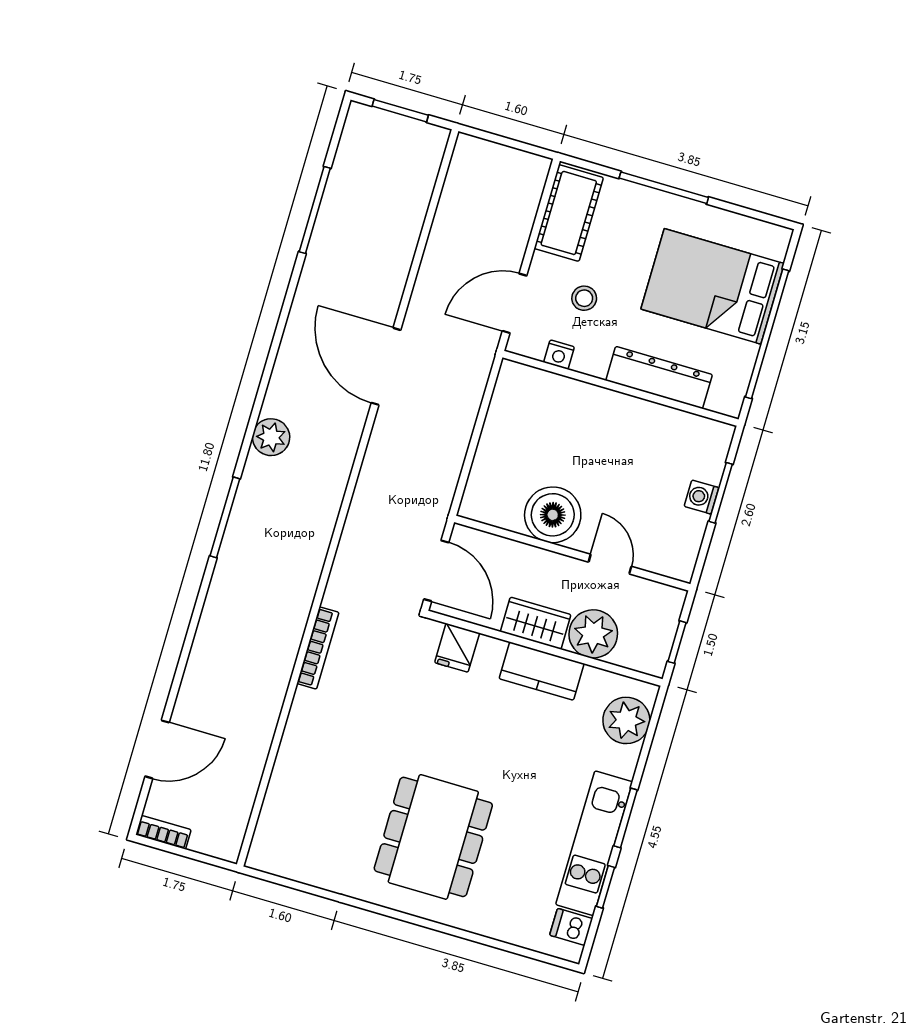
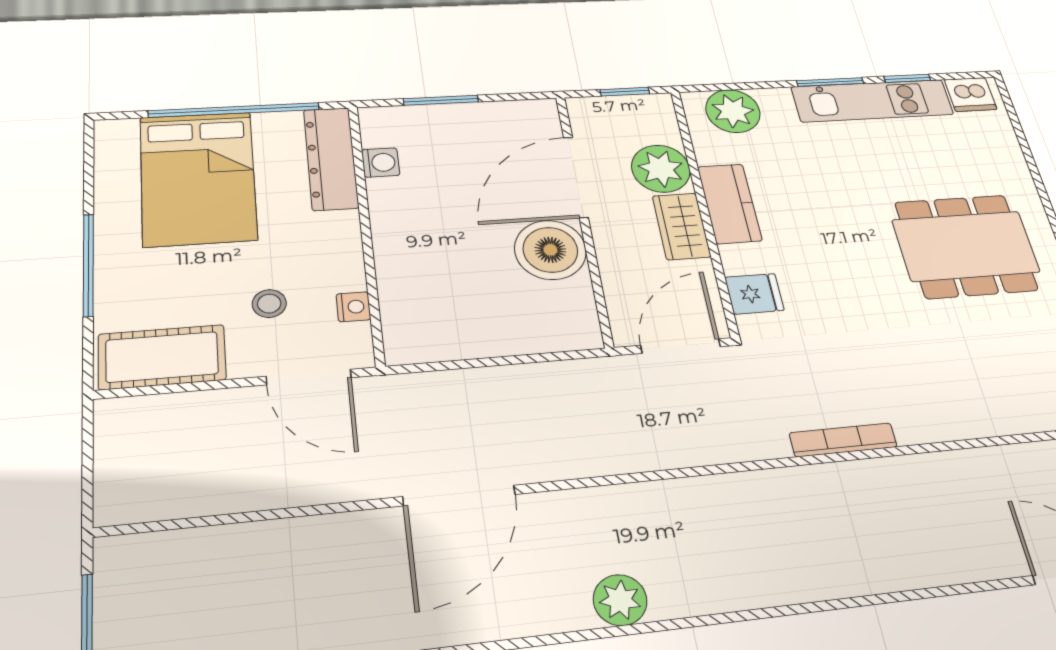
dresser: (659, 377) -> (331, 158), moved
washing machine: (701, 497) -> (381, 162), moved, turned -90
window: (225, 517) -> (752, 615), removed
door: (610, 564) -> (576, 177), width x1.88
dishwasher: (571, 927) -> (971, 94), width x1.38

